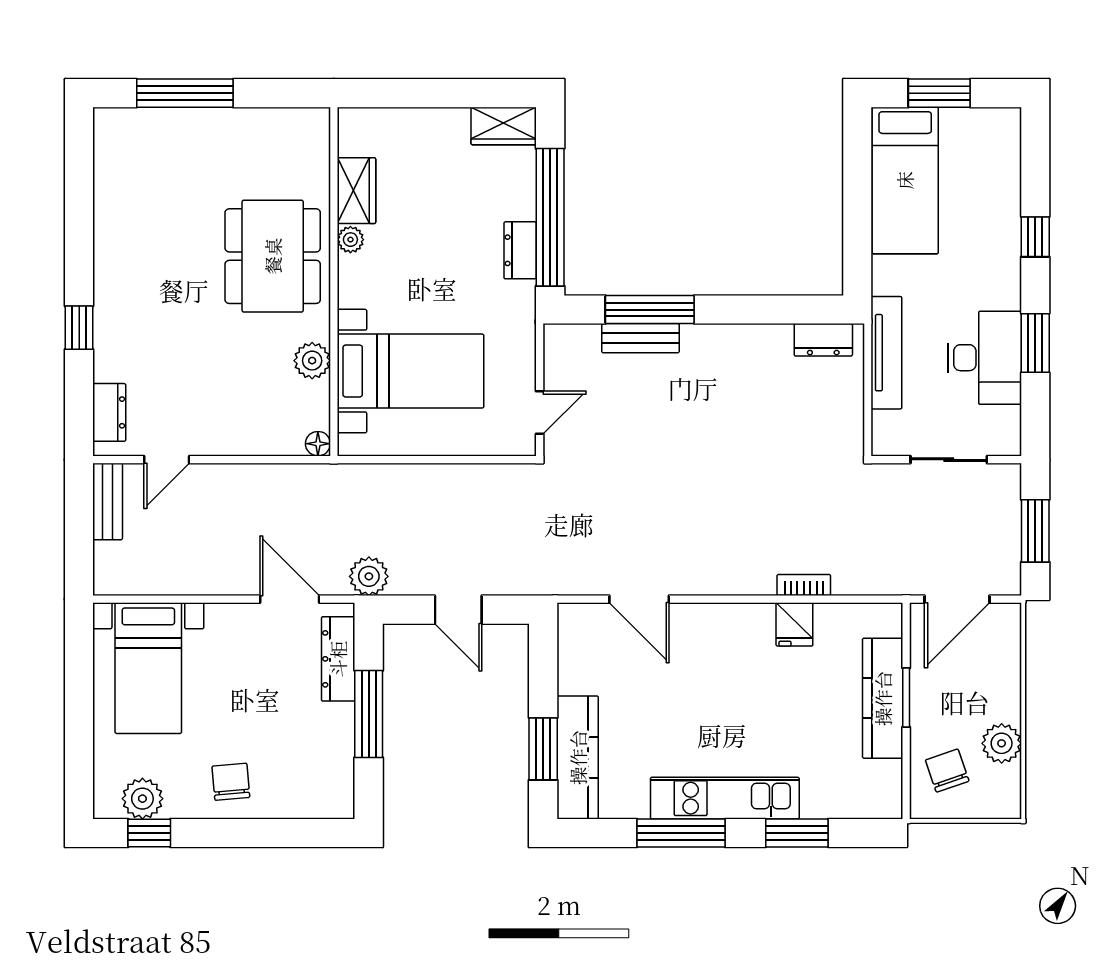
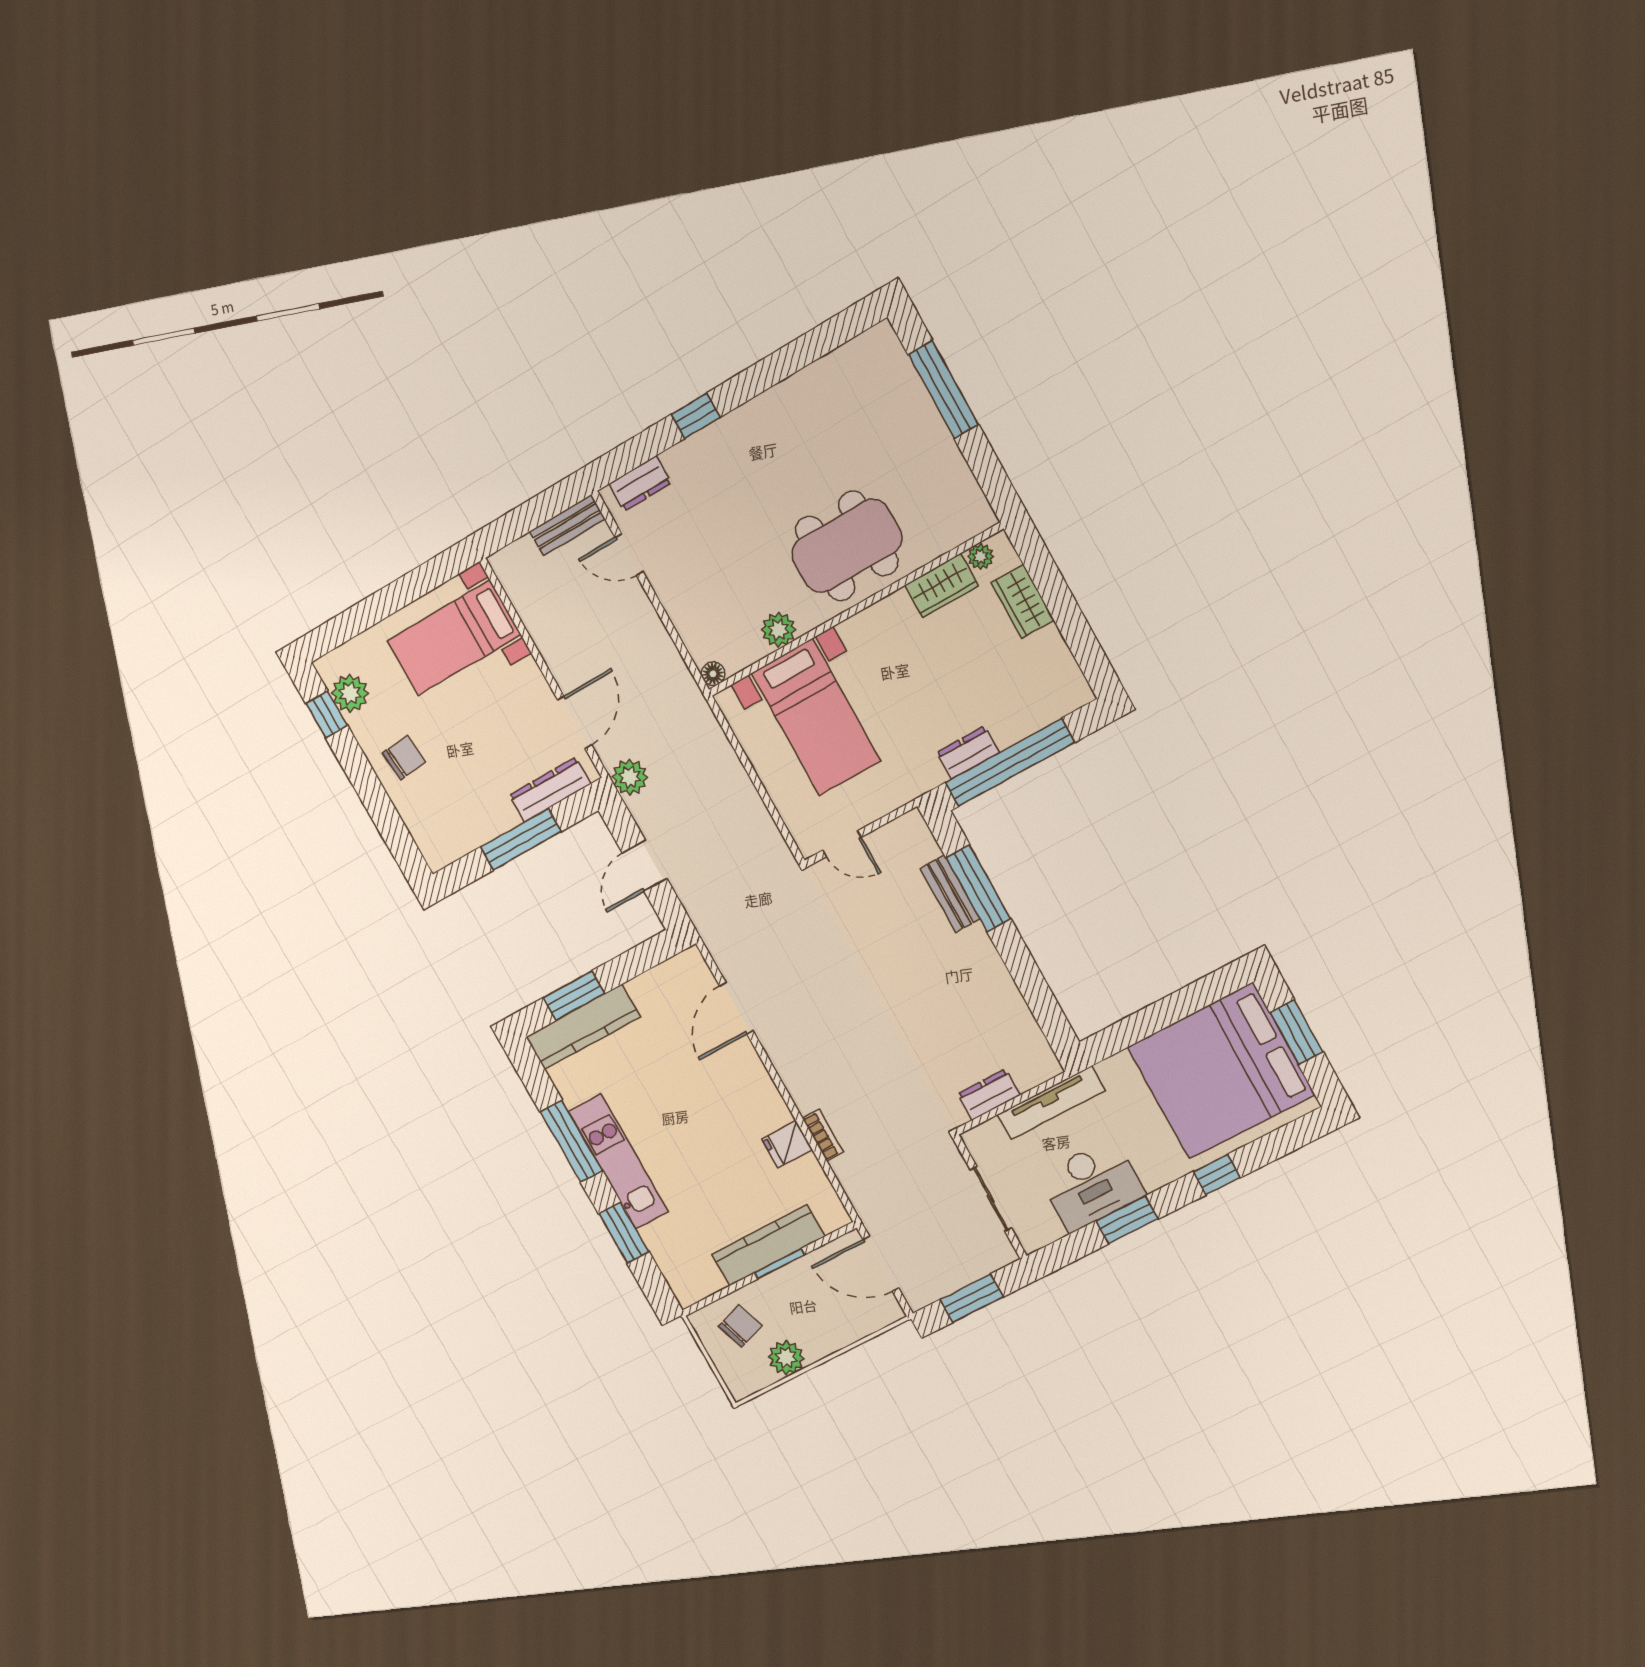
wardrobe: (504, 126) -> (1023, 601), moved
bed: (905, 180) -> (1221, 1071), width x2.04
plant: (350, 240) -> (980, 557), moved
dresser: (823, 340) -> (989, 1094), moved, turned 90

